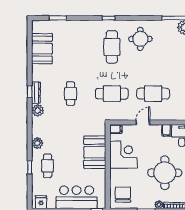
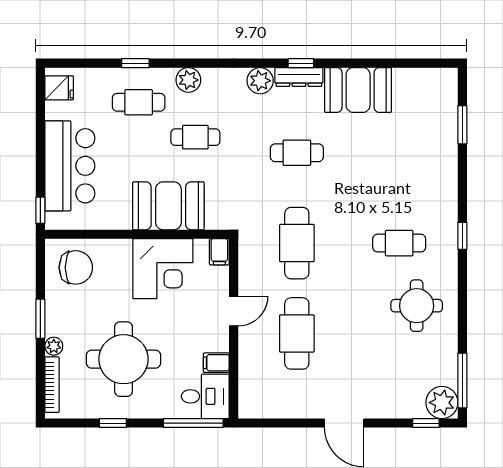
cafe table: (112, 47) -> (399, 243), width x0.73, depth x0.74
booth: (42, 49) -> (358, 90), moved
door: (143, 122) -> (234, 311), hinge flipped
cafe table: (63, 140) -> (195, 137), added

